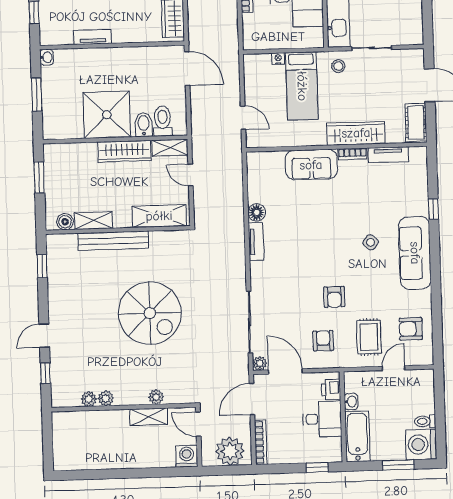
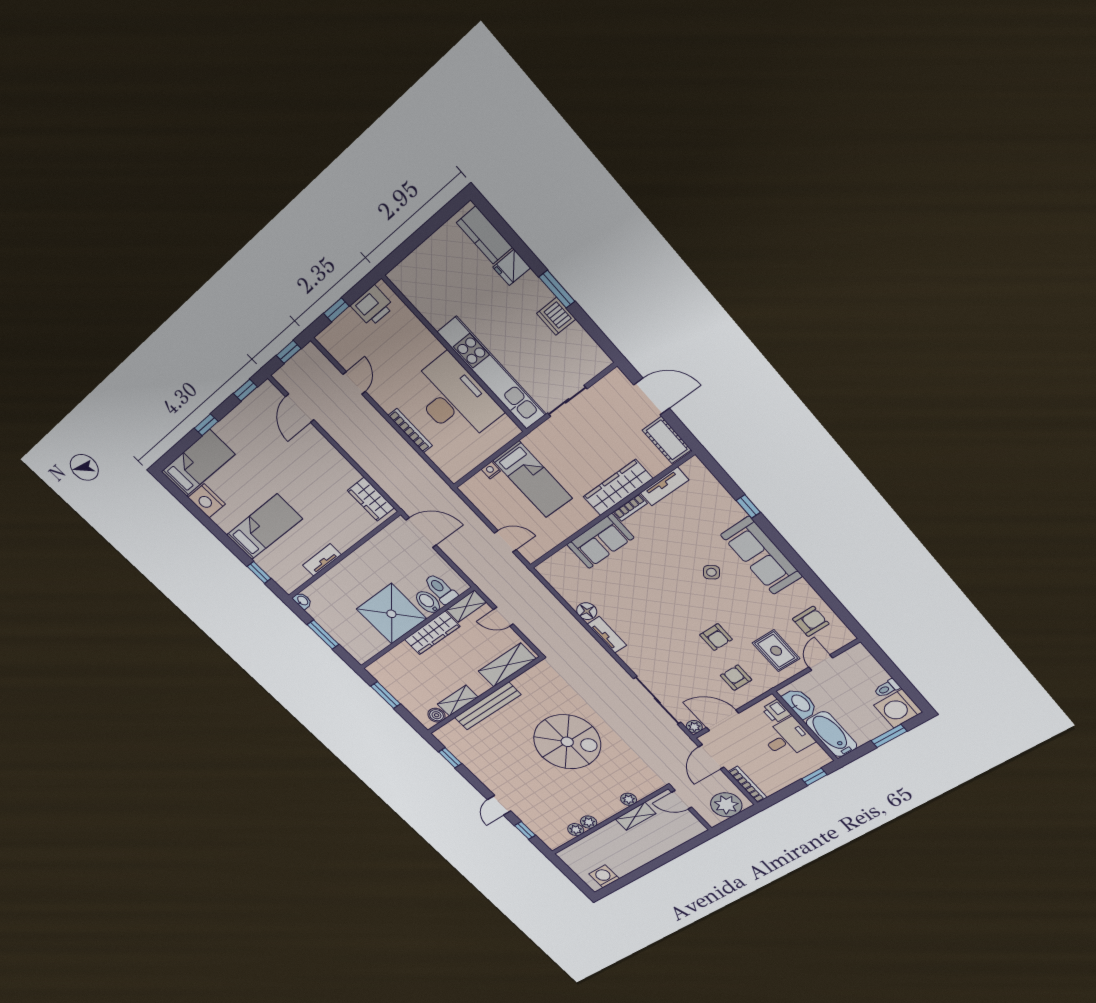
stool: (338, 66) -> (550, 439), removed
armchair: (411, 329) -> (811, 621), turned 180
washbasin: (351, 402) -> (800, 703), width x1.91, depth x1.45
washing machine: (187, 456) -> (604, 876), moved

